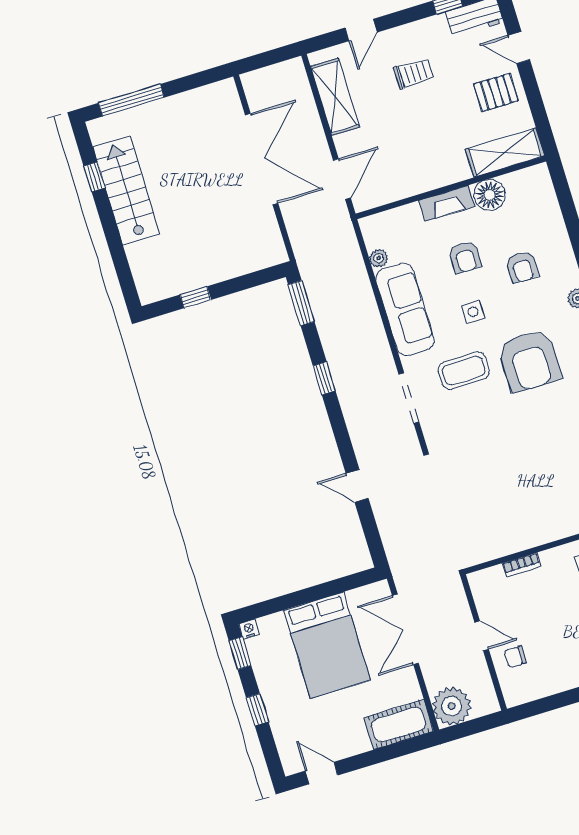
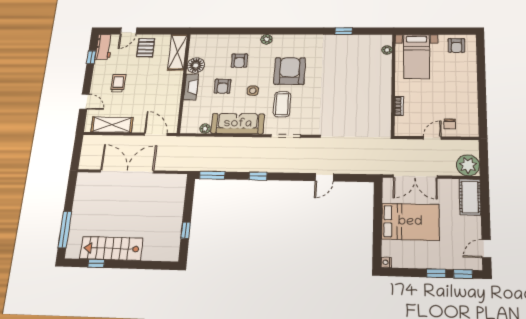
armchair: (465, 257) -> (223, 86), turned 90
armchair: (522, 267) -> (239, 61), turned 90
armchair: (529, 361) -> (290, 71), turned -90
window: (240, 653) -> (463, 274), moved

